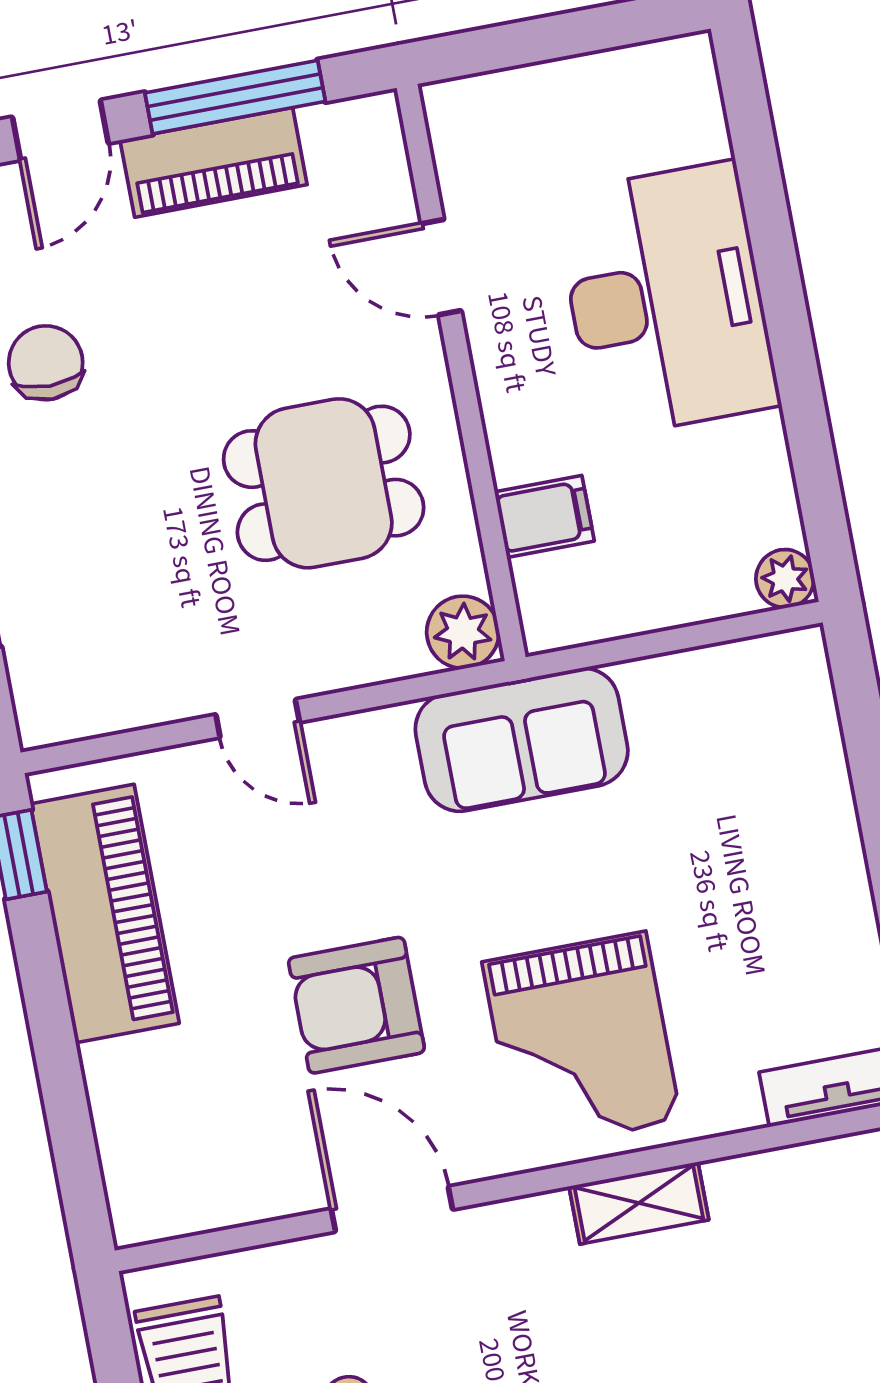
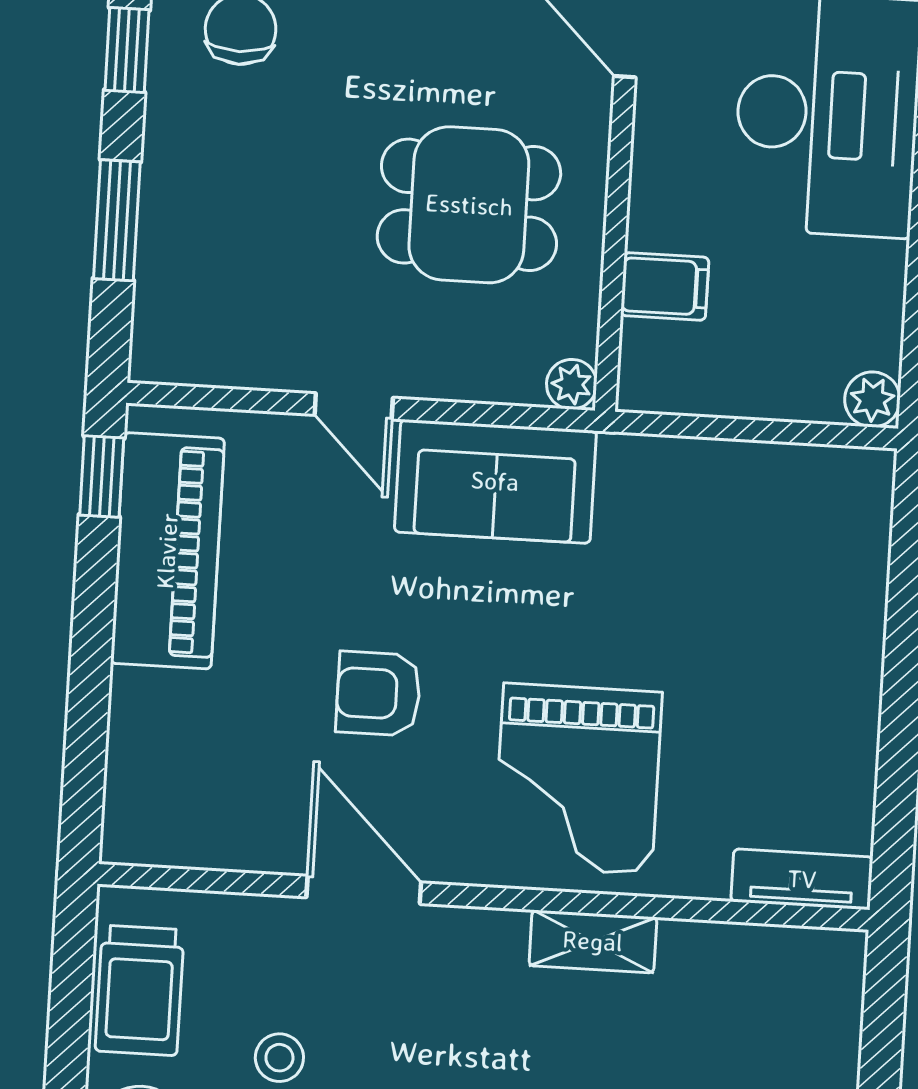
plant: (463, 632) -> (572, 384), width x0.73, depth x0.73
sofa: (522, 740) -> (495, 481), moved
armchair: (356, 1005) -> (378, 694), width x0.72, depth x0.72

